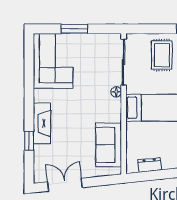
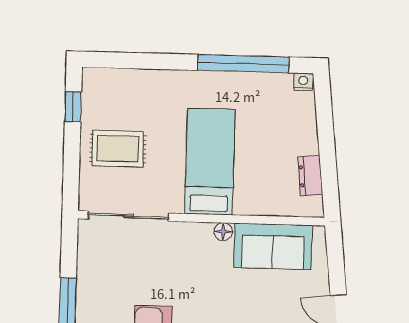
floor lamp: (116, 92) -> (223, 232), moved

